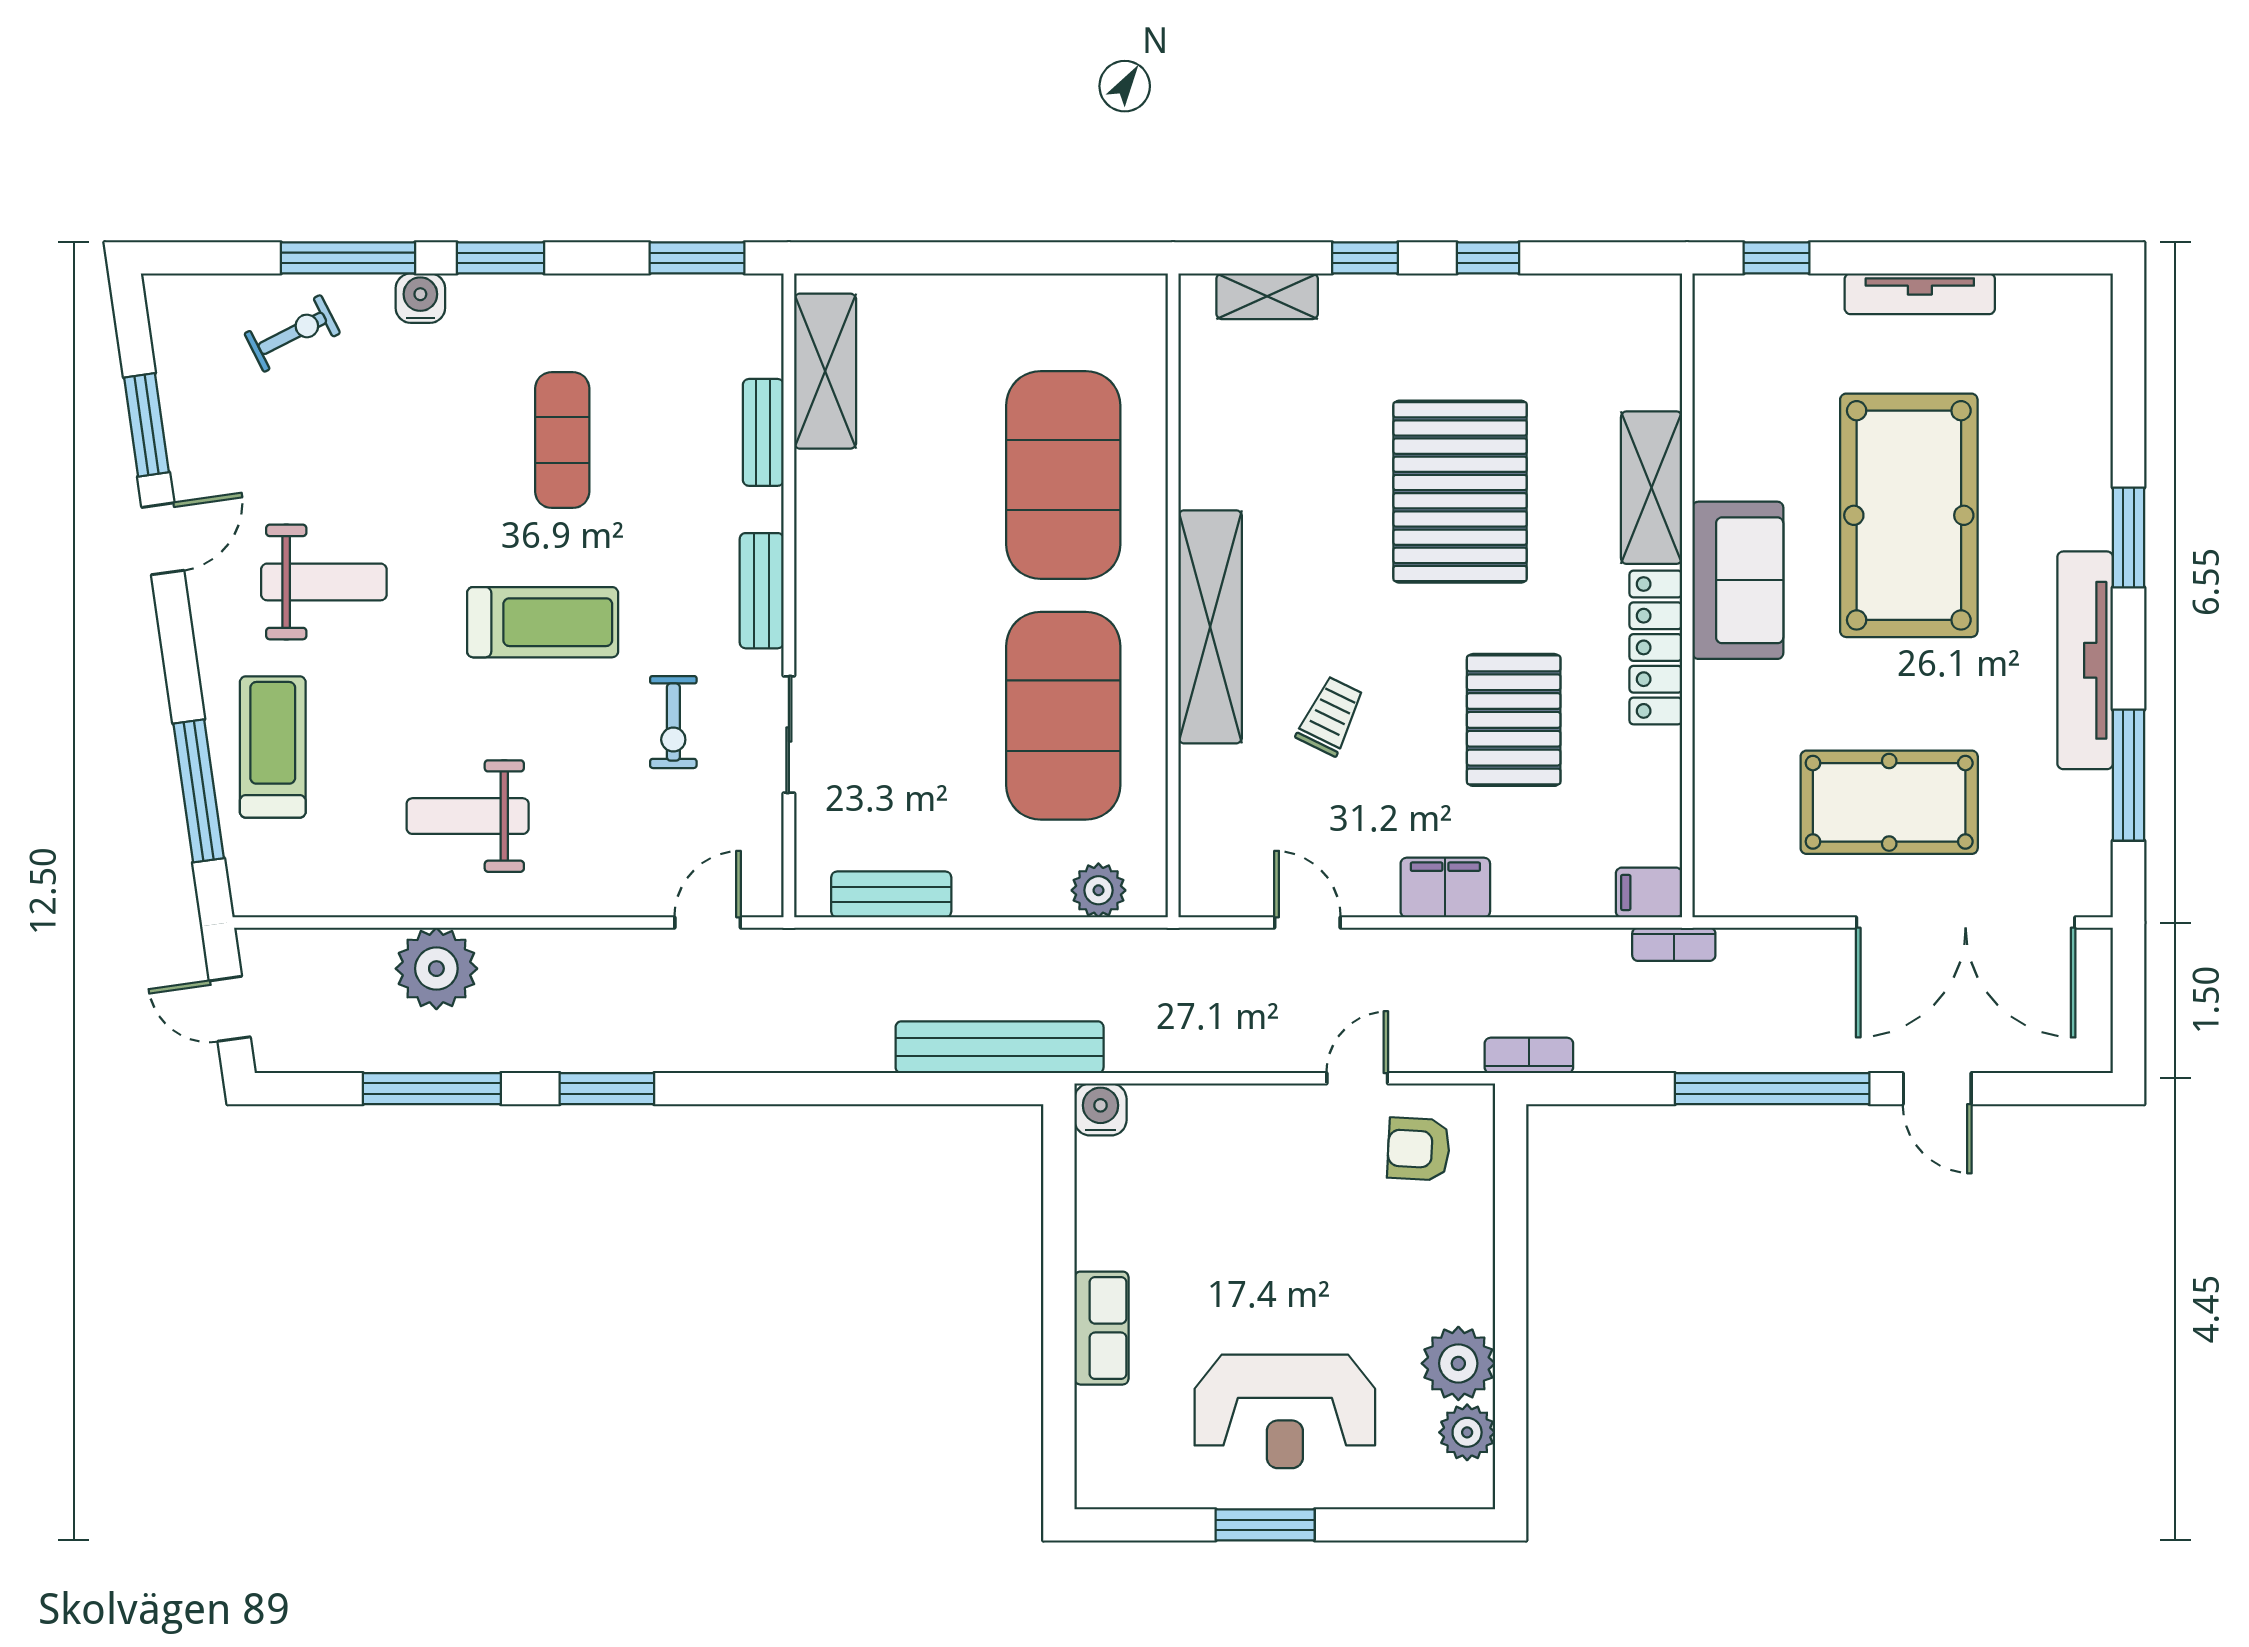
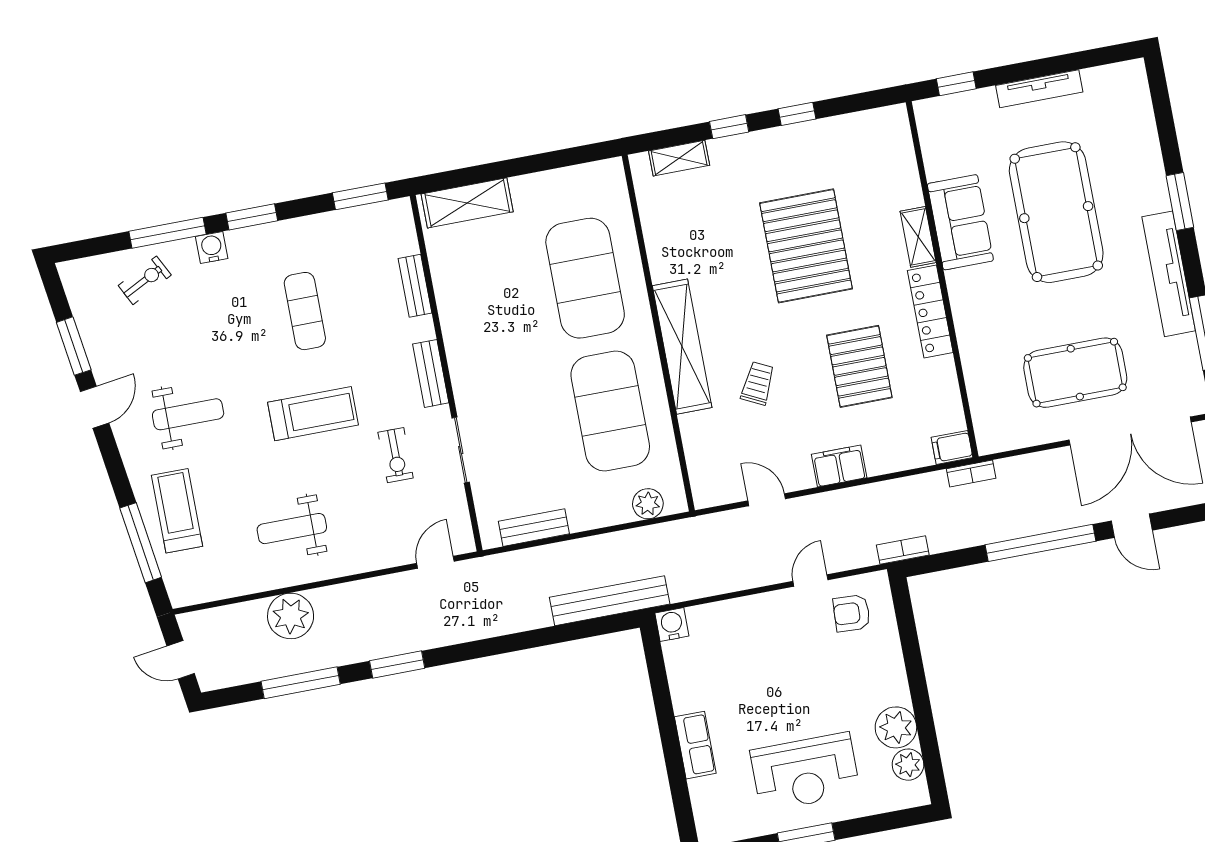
shelving: (825, 371) -> (467, 203), moved, turned 90
shelving: (1651, 488) -> (918, 237), width x0.67, depth x0.75
sofa: (1738, 580) -> (960, 222), moved

